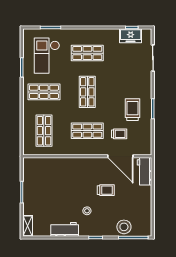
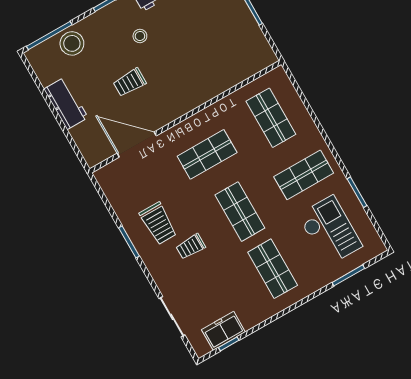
shop shelf: (87, 53) -> (273, 269), turned 90
trolley: (119, 134) -> (191, 246), moved
workbench: (145, 171) -> (66, 103), moved

